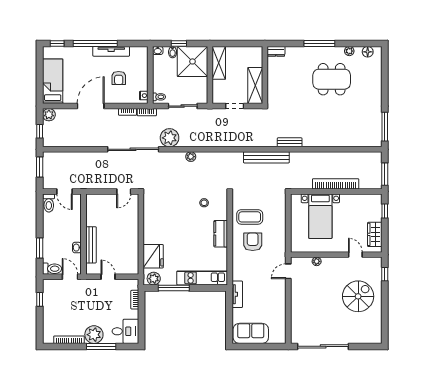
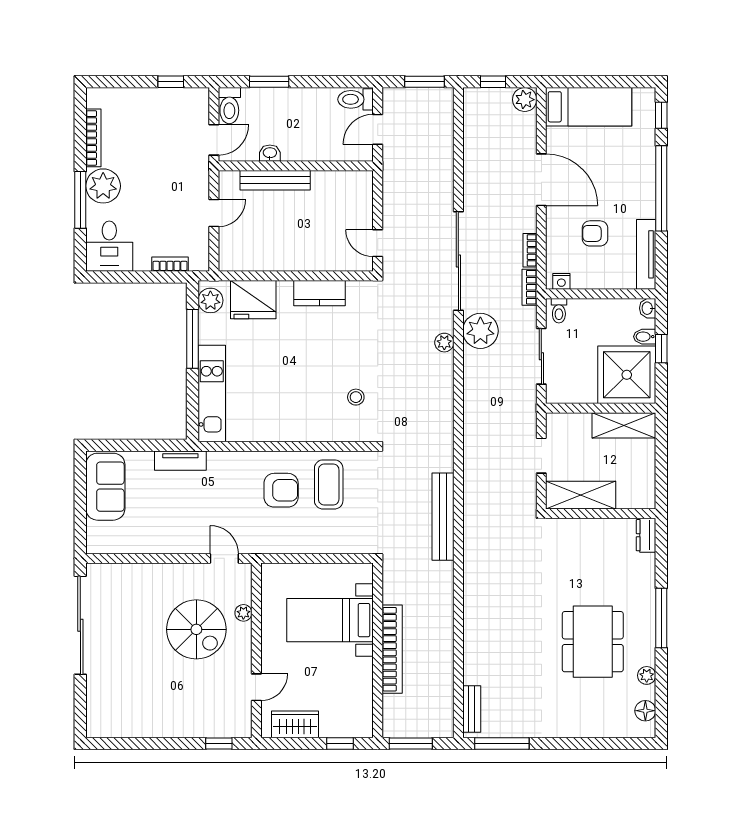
tv unit: (111, 51) -> (646, 254), moved
bench: (290, 142) -> (472, 709), moved
plant: (191, 157) -> (444, 343), moved
kitchen counter: (221, 234) -> (320, 293), moved, turned 180
spiral stairs: (358, 296) -> (196, 629), moved

